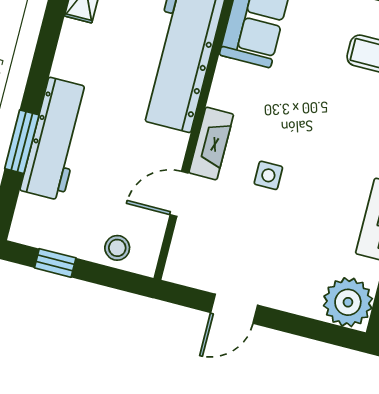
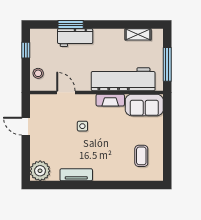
workbench: (56, 139) -> (75, 38), width x0.73
fireplace: (211, 143) -> (110, 100), moved

